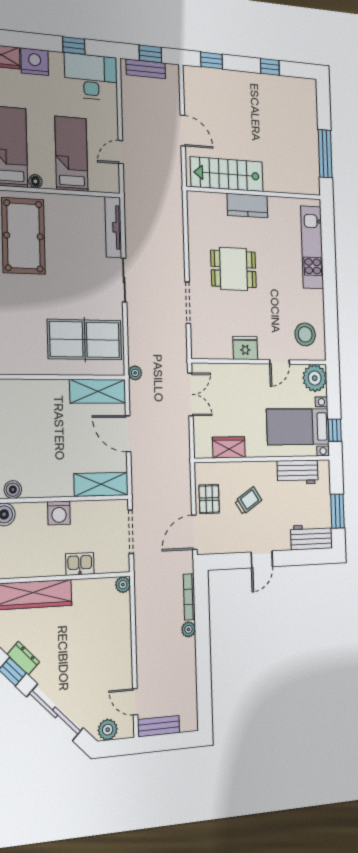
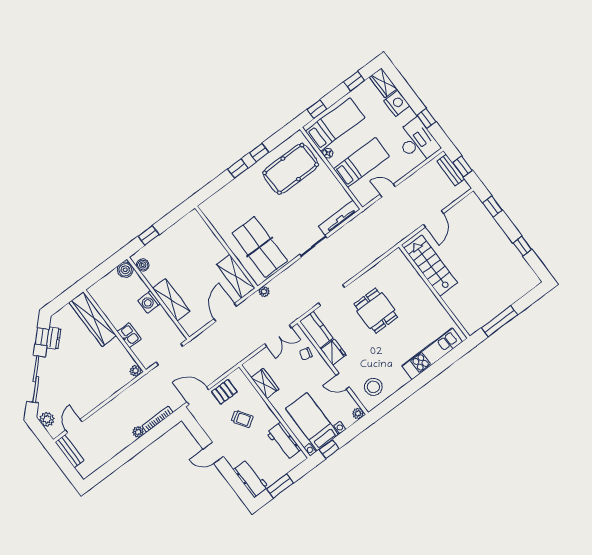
kitchen counter: (247, 206) -> (316, 330), moved, turned 180
plant: (315, 378) -> (358, 413), width x0.53, depth x0.53
chair: (228, 379) -> (306, 354), added
shelving: (101, 484) -> (171, 300), moved

